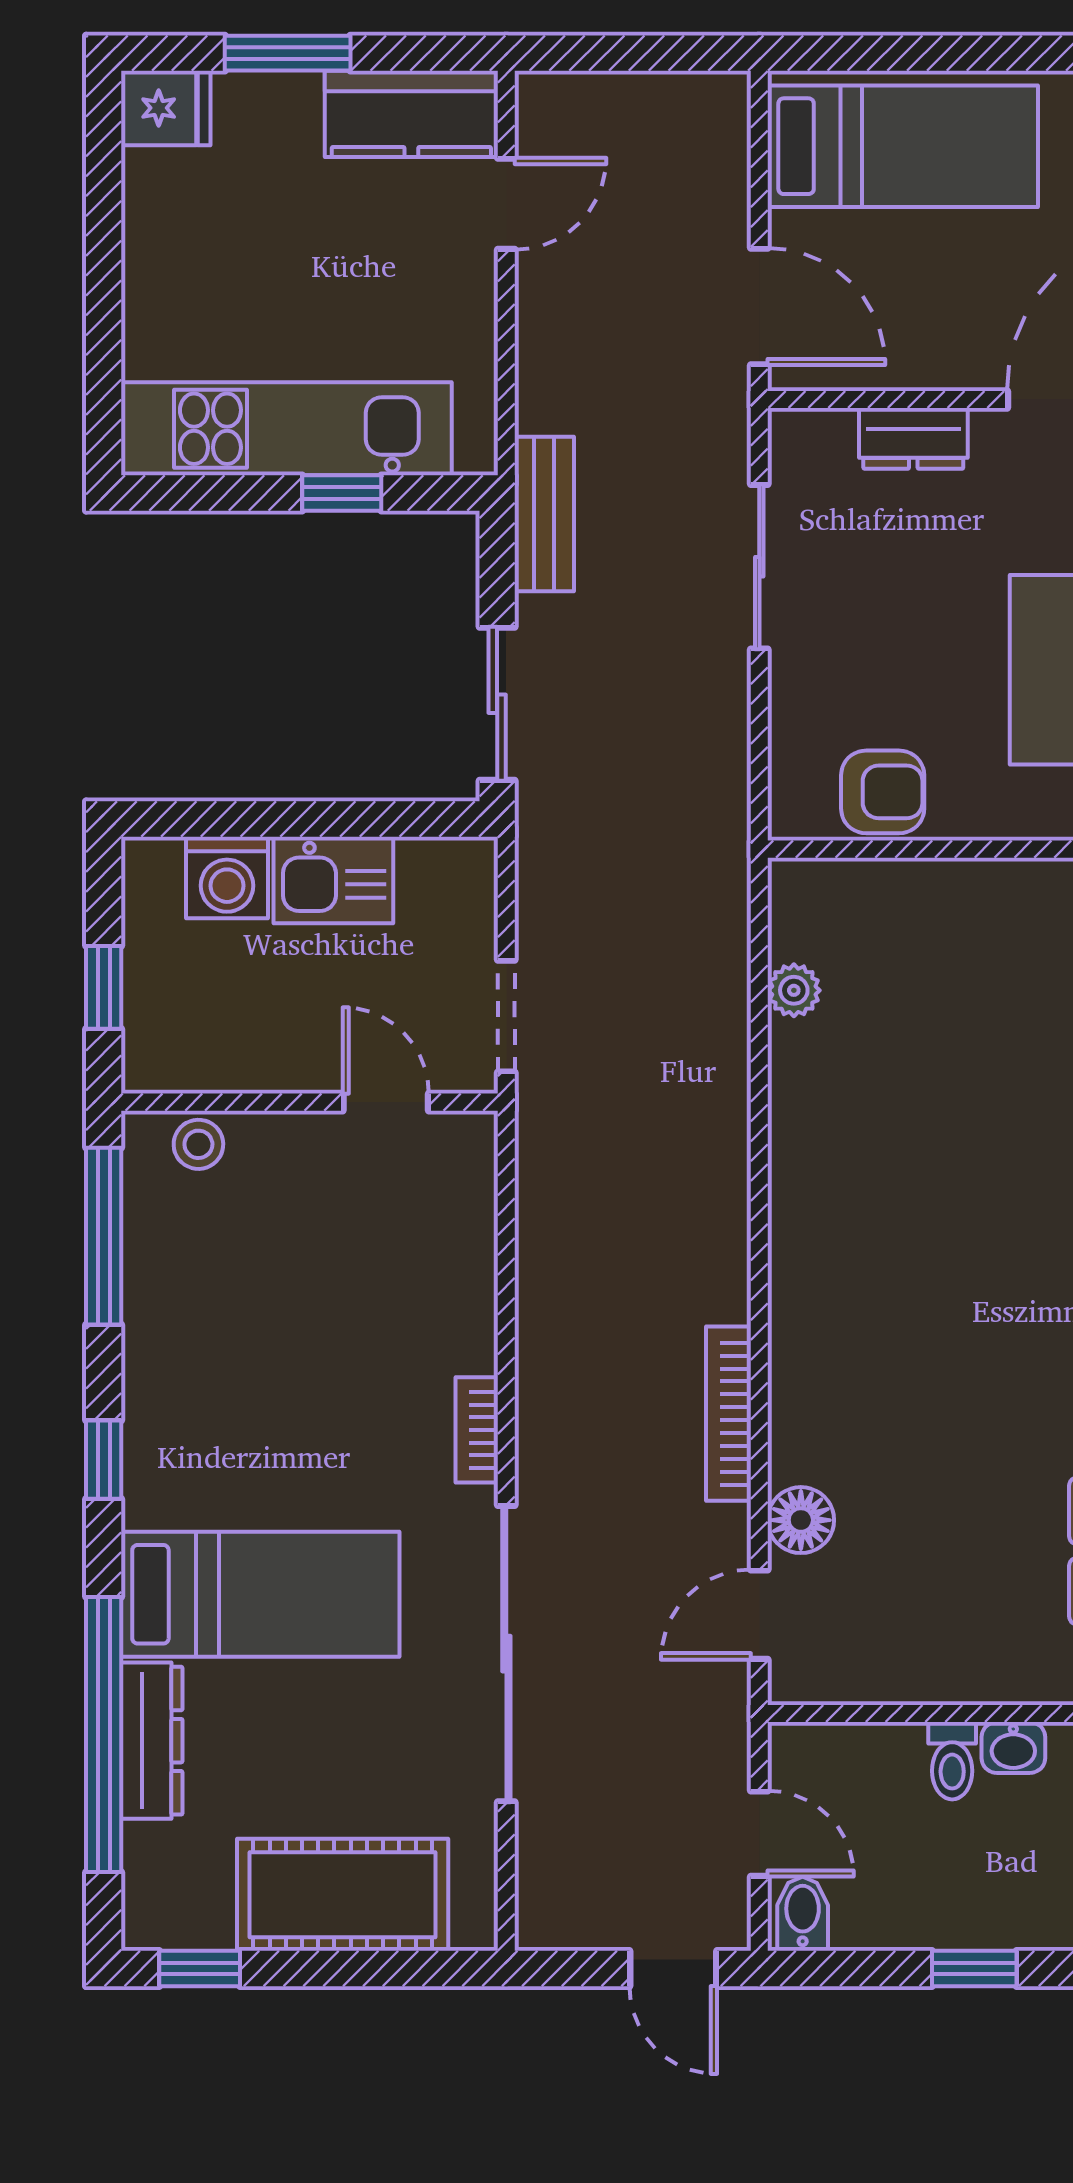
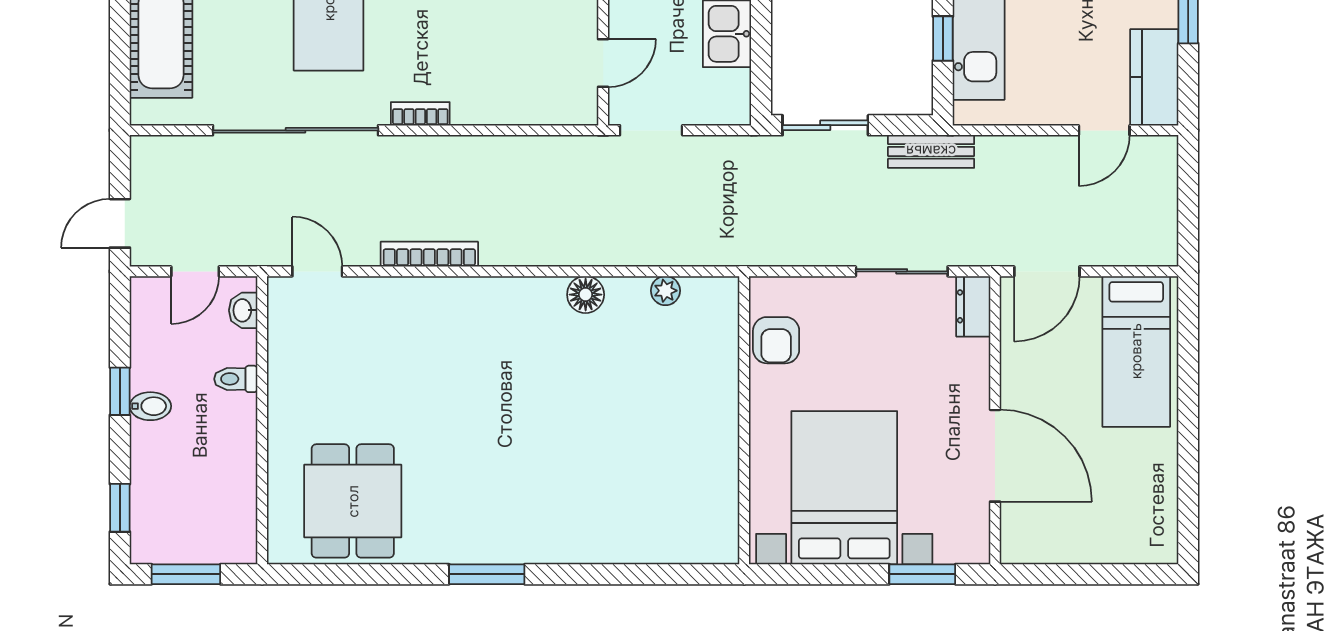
door: (506, 204) -> (1104, 130), hinge flipped
dresser: (913, 438) -> (973, 306), moved
floor lamp: (801, 1520) -> (586, 295), moved
washbasin: (1013, 1748) -> (243, 310), moved
bidet: (803, 1914) -> (150, 406), moved

